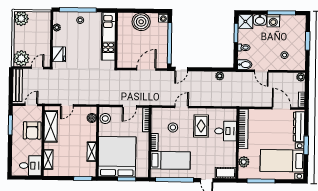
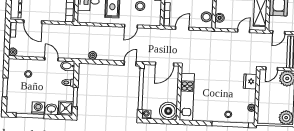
kitchen unit: (108, 36) -> (187, 97), moved
wall: (116, 40) -> (179, 93), moved

